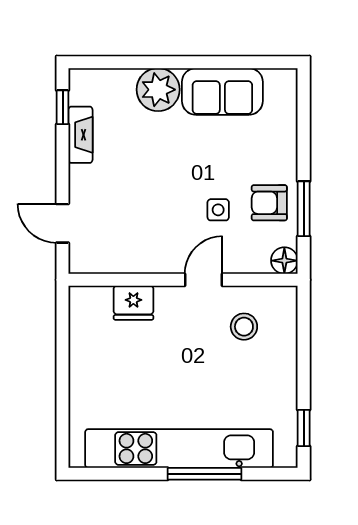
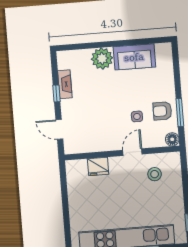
window: (63, 107) -> (57, 93), moved

